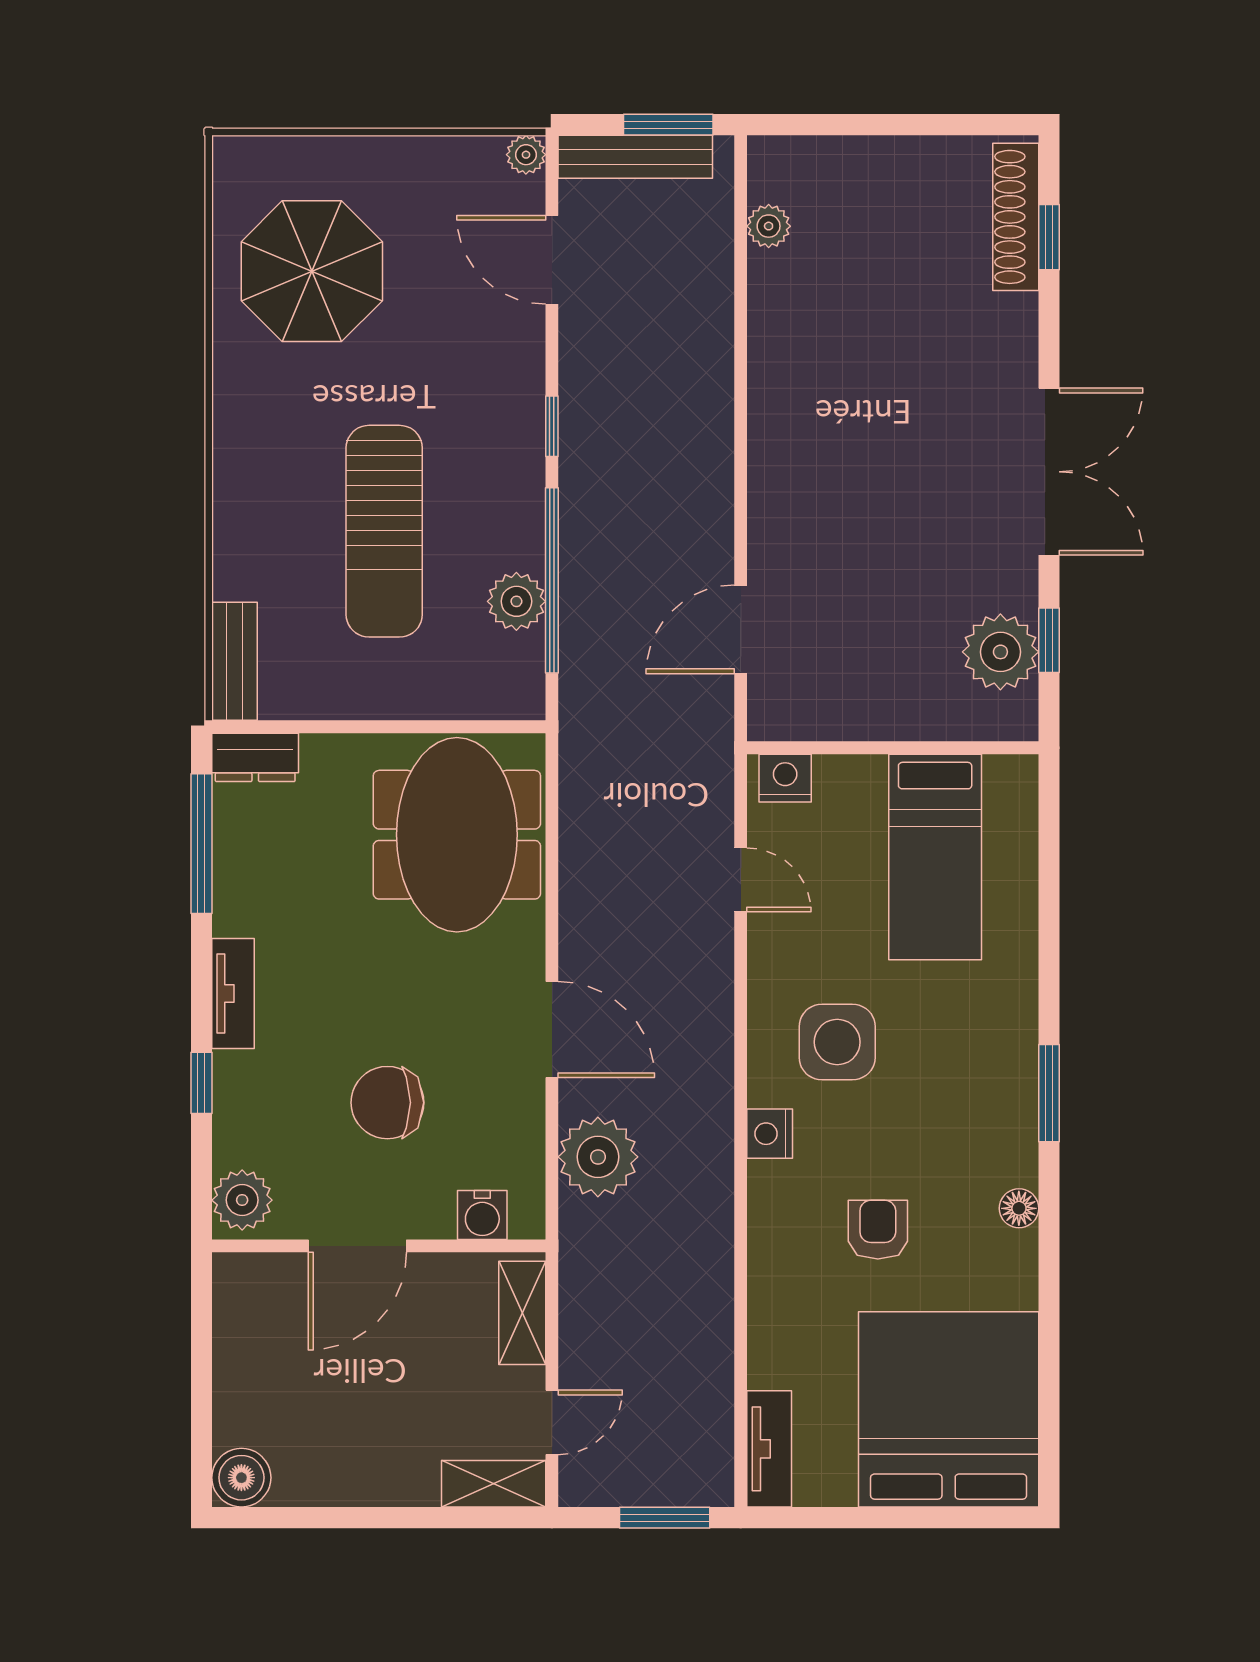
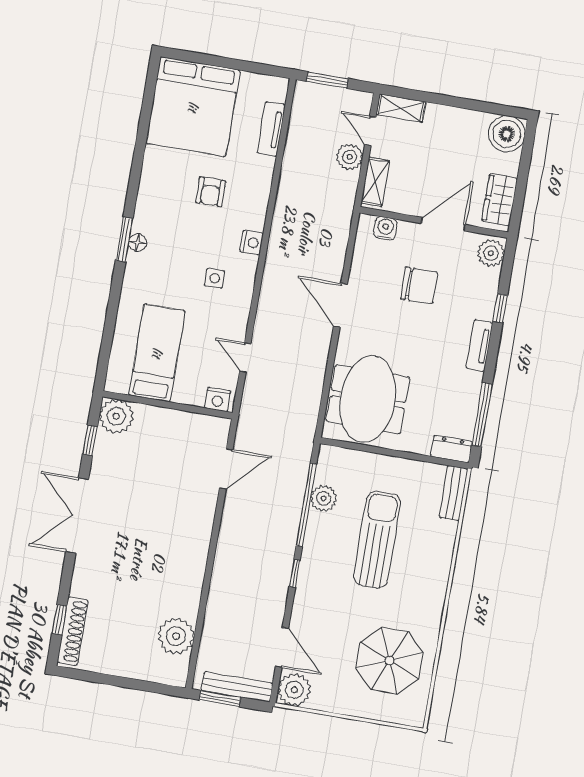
plant: (526, 155) -> (294, 690), width x1.87, depth x1.87
plant: (769, 226) -> (176, 636), width x1.87, depth x1.87
plant: (1000, 652) -> (116, 416), moved
side table: (837, 1042) -> (215, 278), width x0.54, depth x0.54
plant: (598, 1157) -> (350, 157), moved, width x0.73, depth x0.73
floor lamp: (1019, 1208) -> (138, 243), moved
wardrobe: (243, 1320) -> (500, 200), added
door: (552, 1422) -> (370, 131), hinge flipped
tv unit: (769, 1449) -> (271, 129), moved
boiler: (241, 1478) -> (507, 134), width x1.37, depth x1.37

